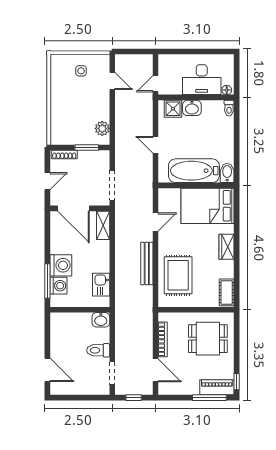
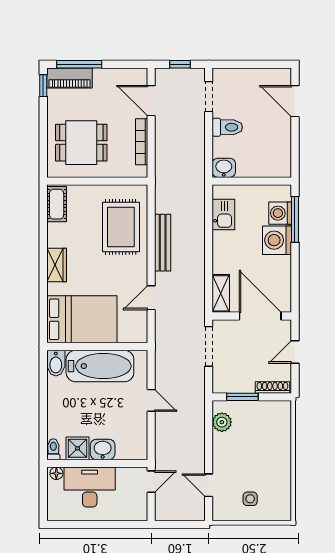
shower: (173, 109) -> (78, 448), moved

